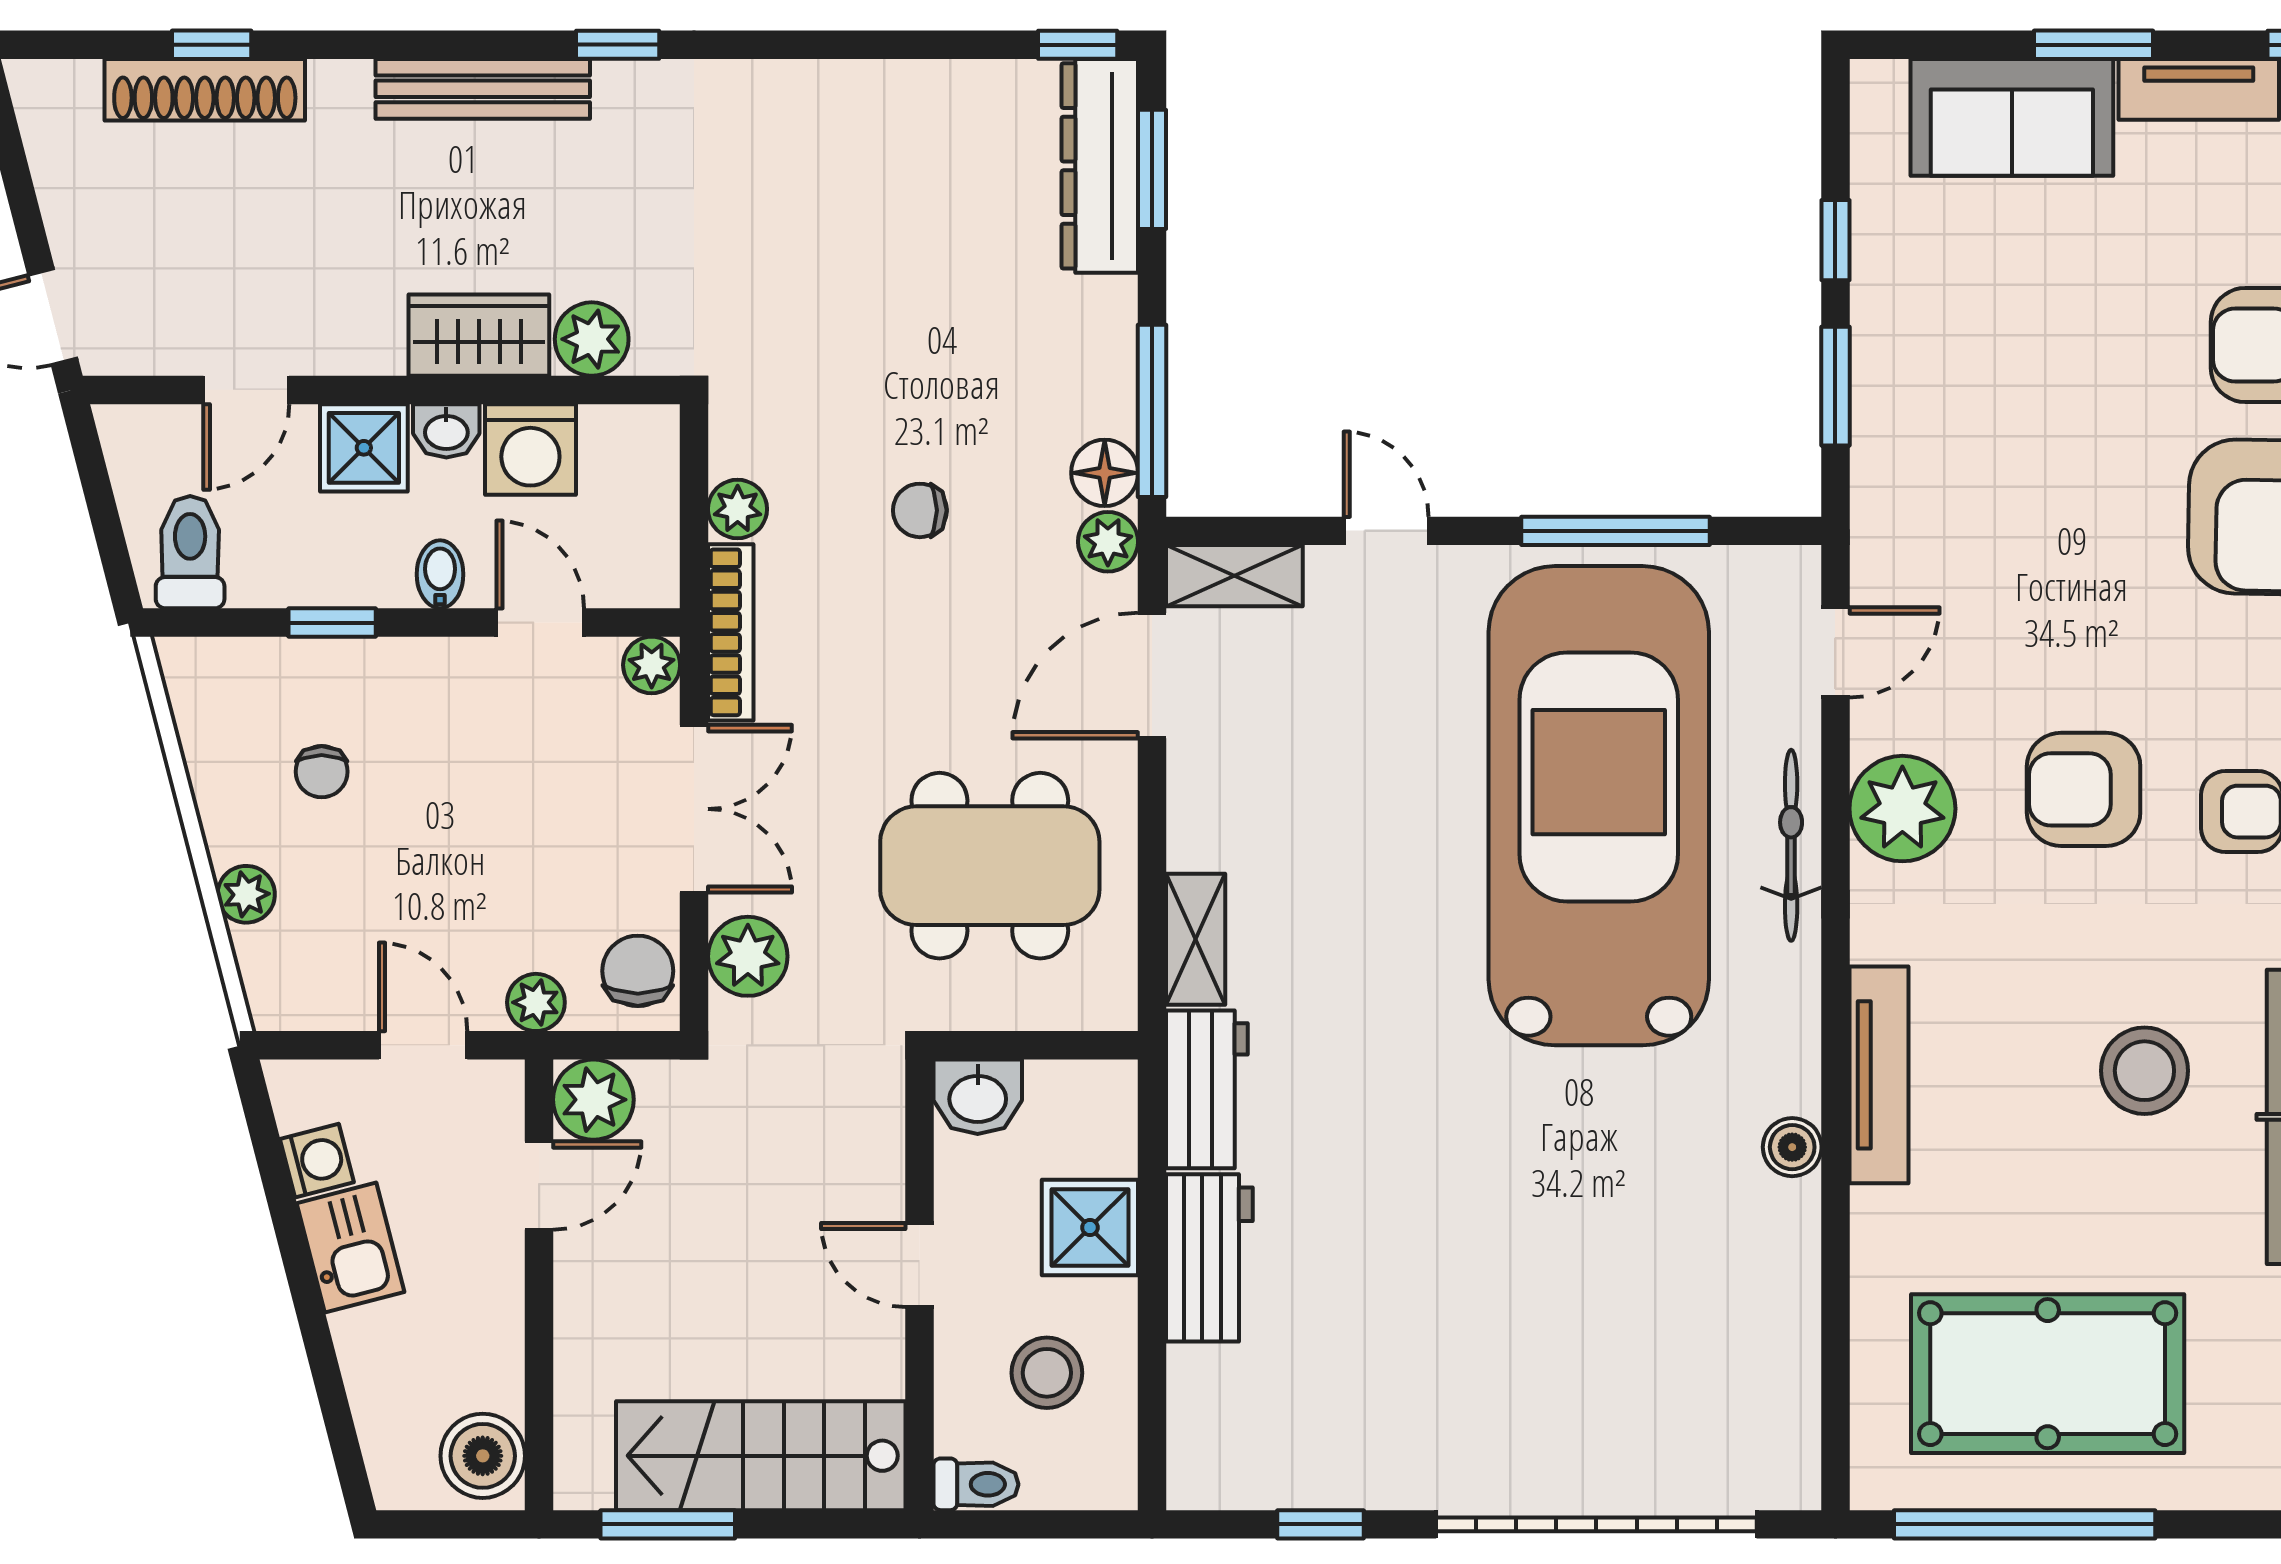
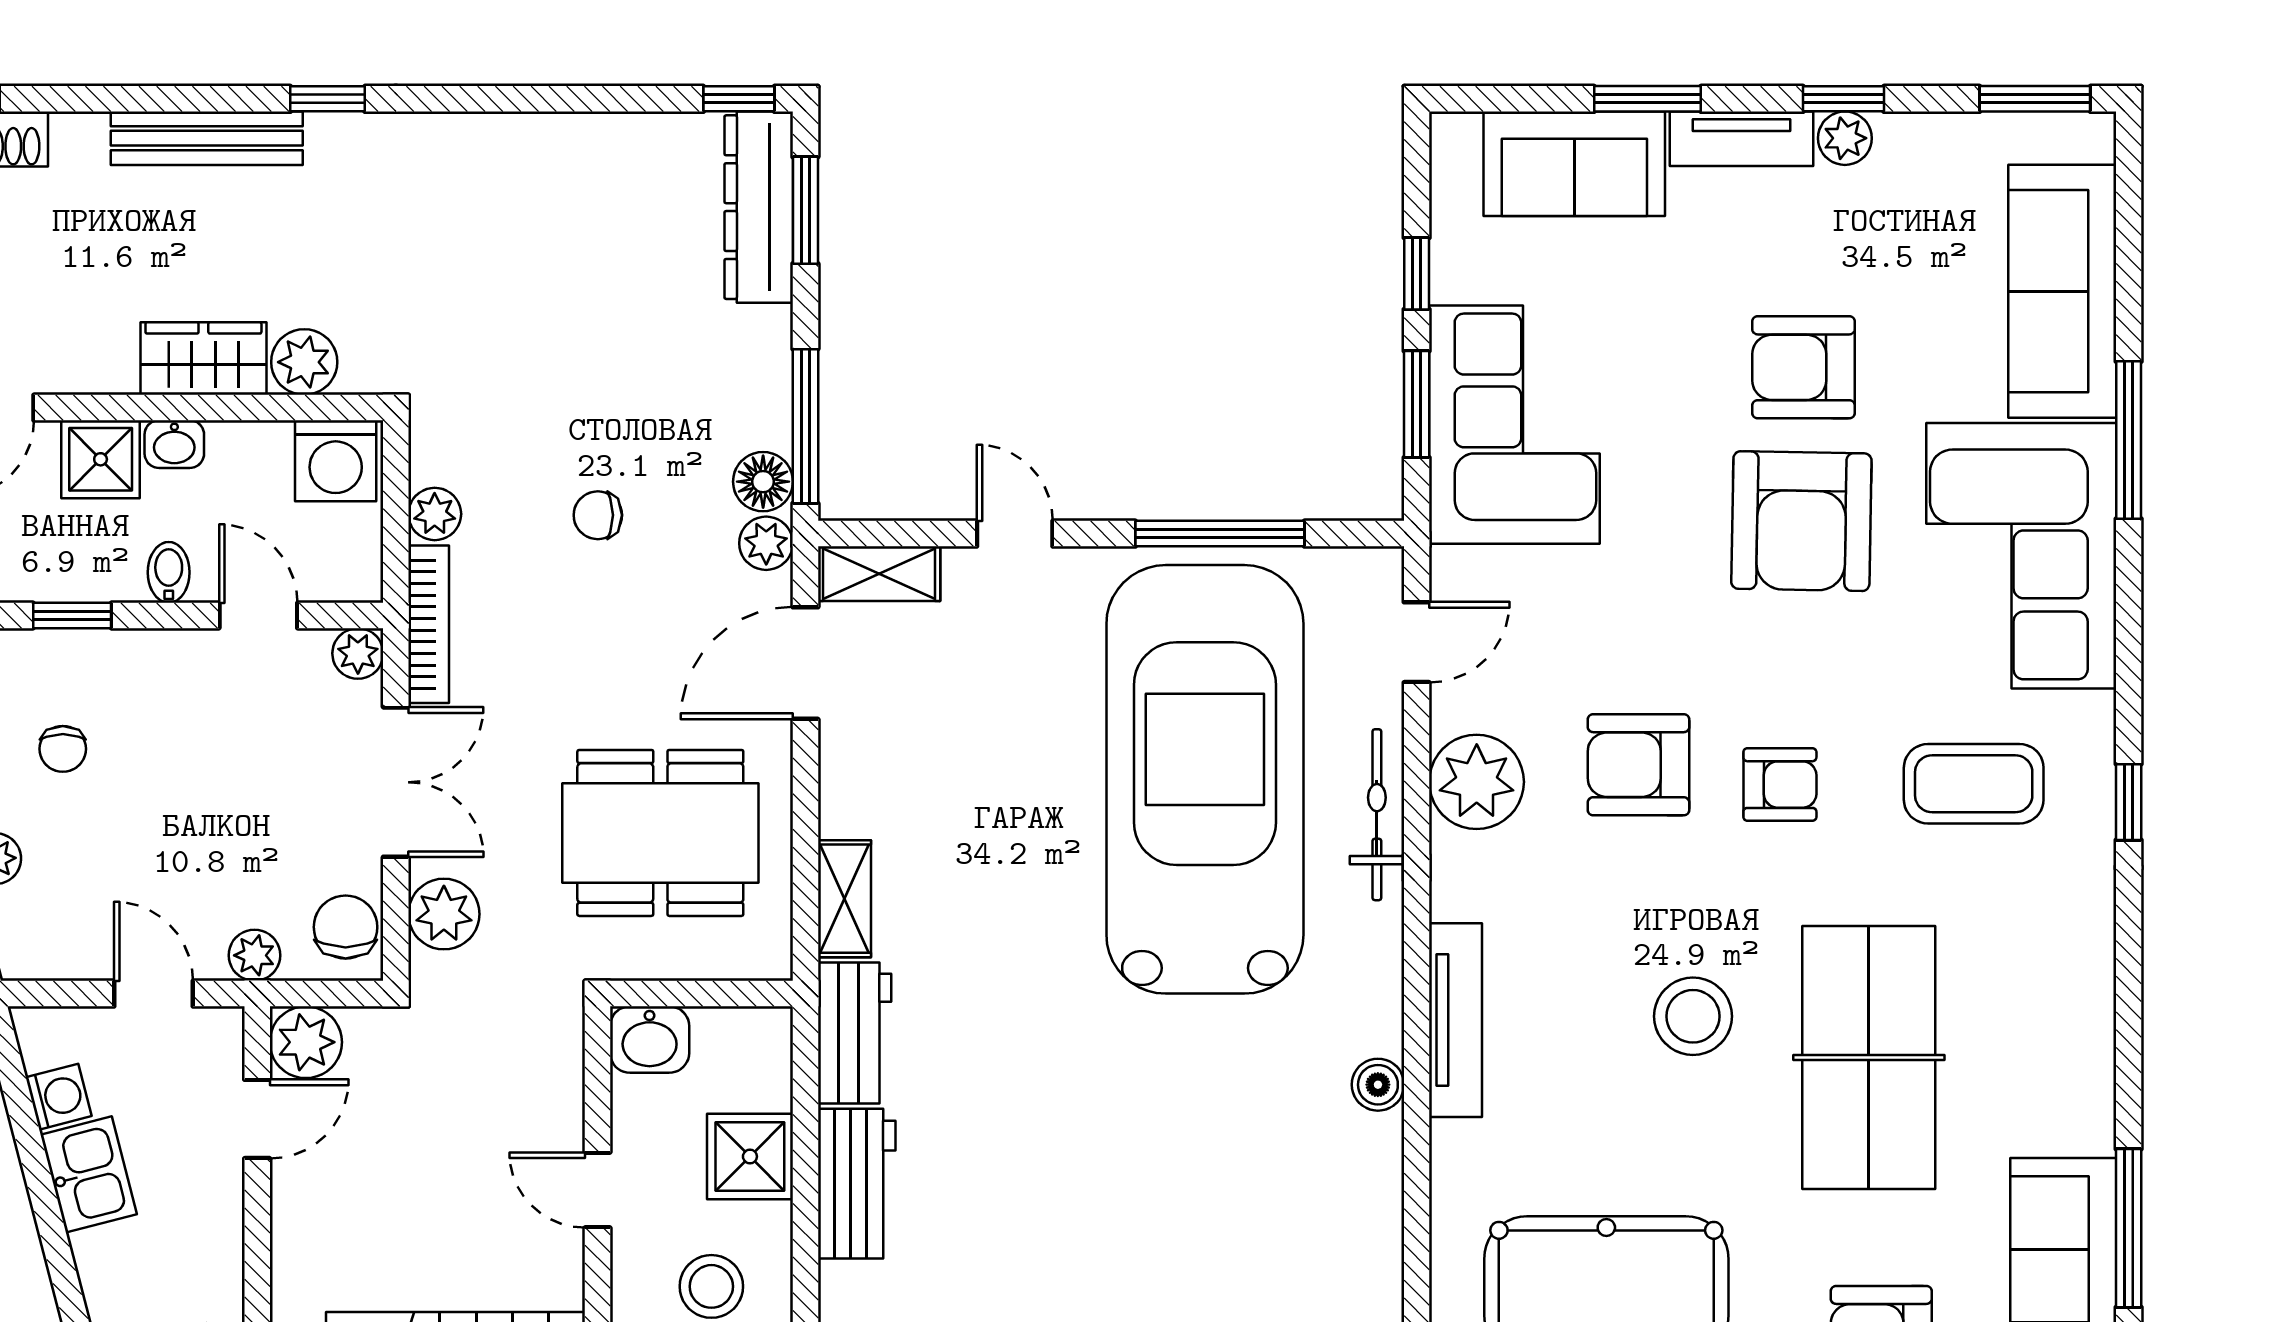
corner sofa: (1945, 409) -> (1514, 425), added
washing machine: (530, 449) -> (336, 461), moved

